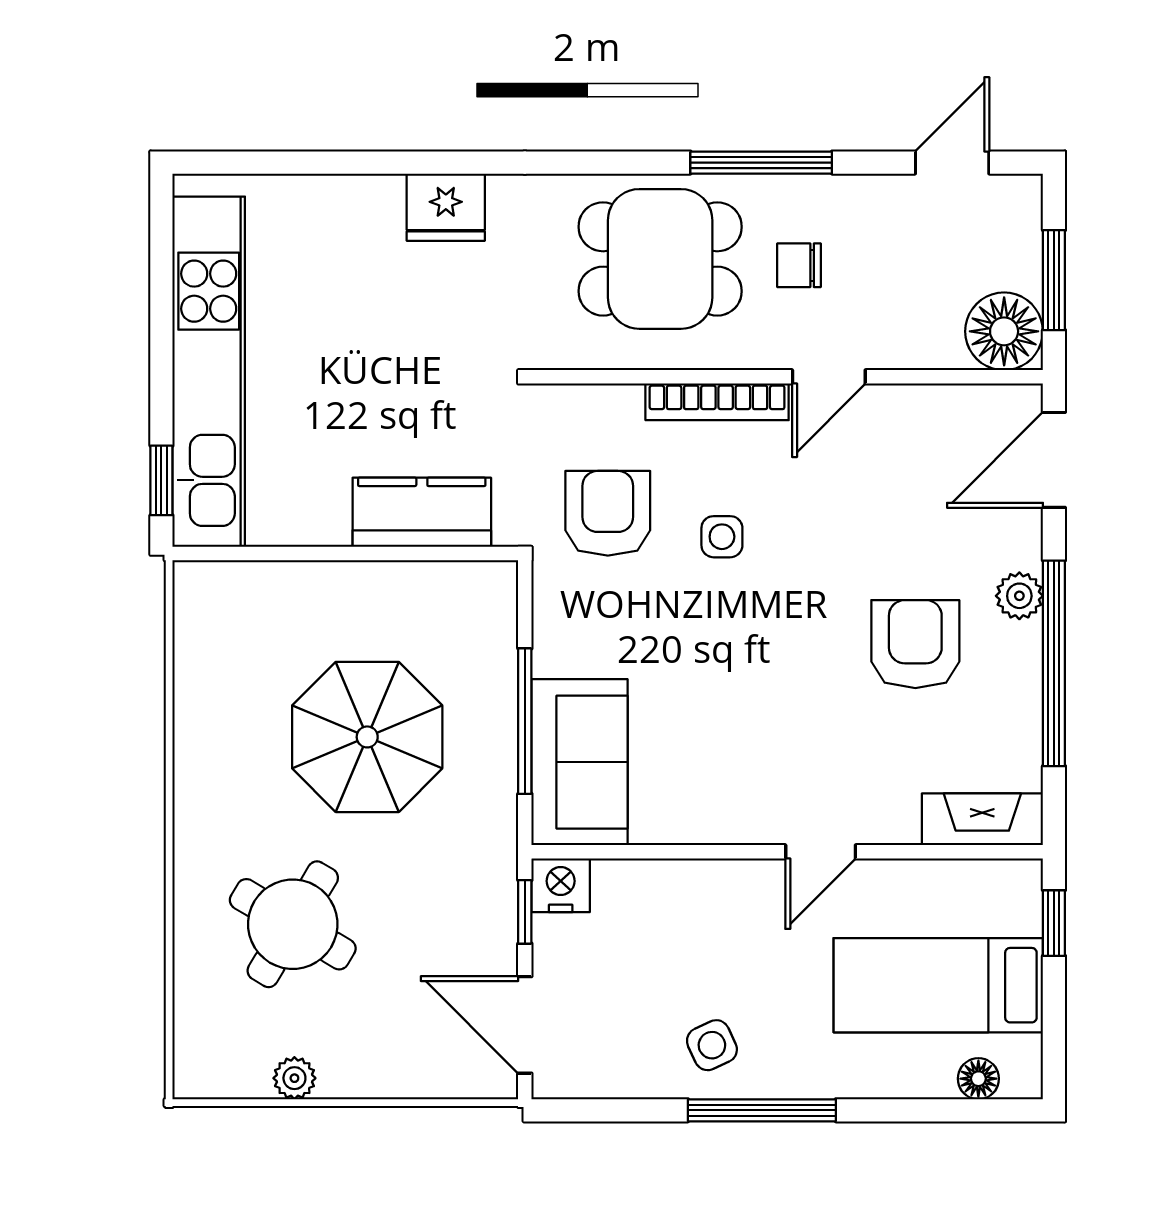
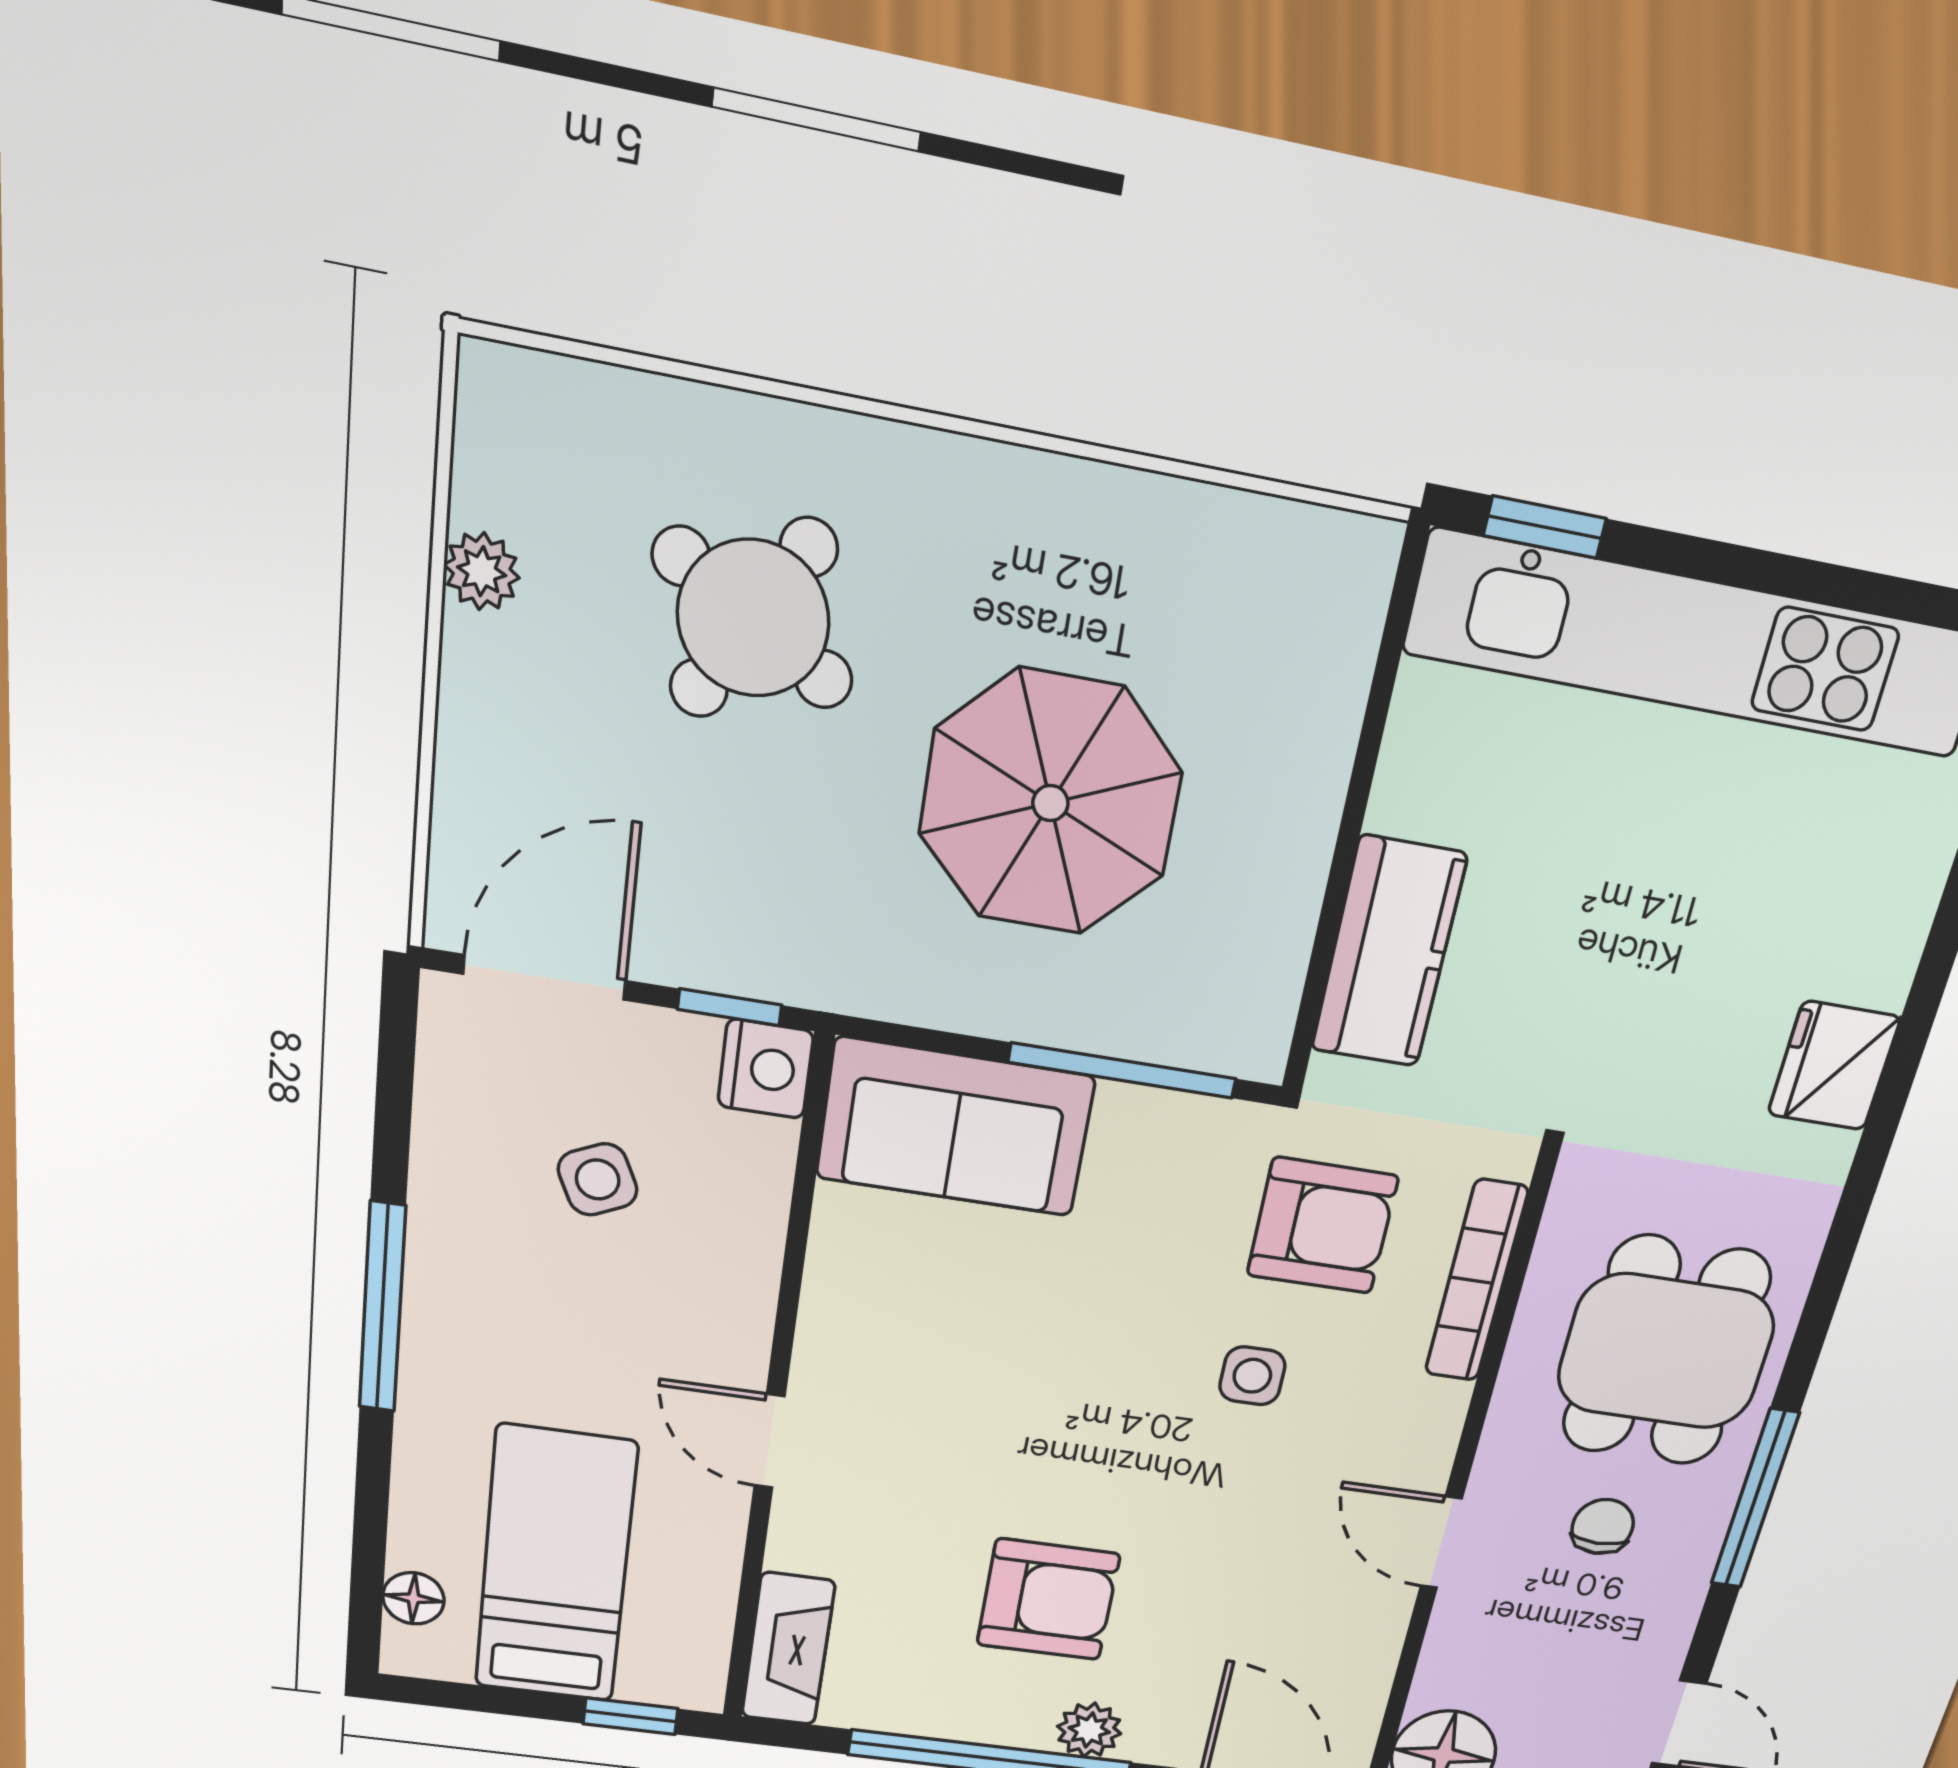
bookcase: (717, 402) -> (1476, 1281), moved
window: (525, 721) -> (1122, 1070), moved
side table: (712, 1045) -> (598, 1179), moved

